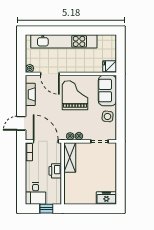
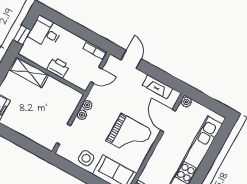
door: (50, 74) -> (168, 121), hinge flipped
door: (46, 141) -> (96, 75), width x0.53
shelving: (70, 157) -> (29, 72), moved

